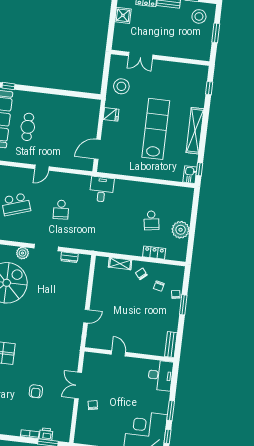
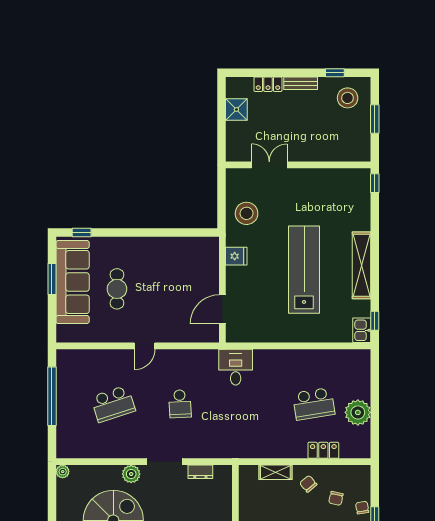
double door: (141, 55) -> (269, 165), swing flipped
window: (209, 88) -> (375, 183), moved
school desk: (151, 220) -> (314, 404), width x1.85

